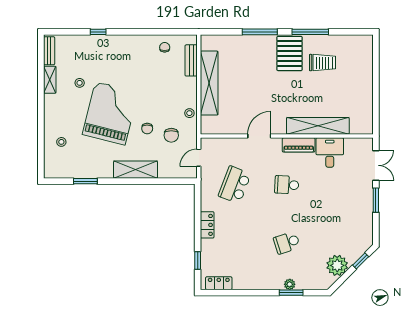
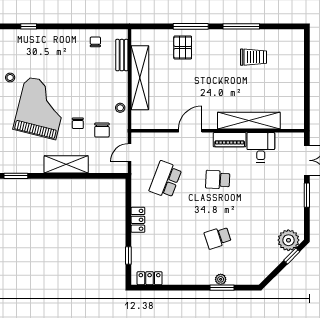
pallet: (290, 53) -> (183, 48), moved, width x0.67, depth x0.71
plant: (337, 265) -> (288, 240), moved

